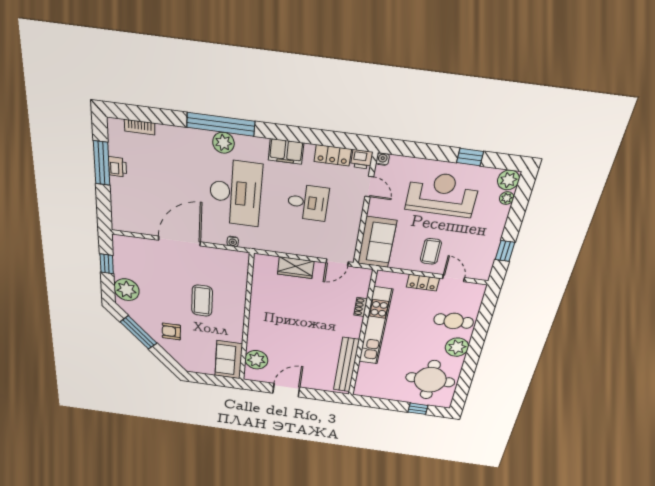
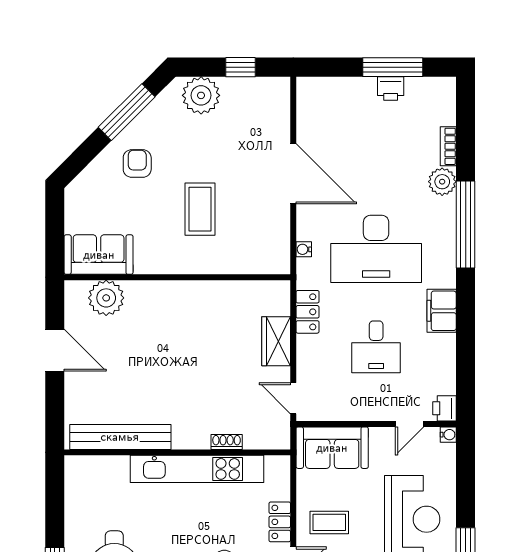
bookcase: (140, 127) -> (448, 146), moved
plant: (223, 143) -> (442, 182), moved
locker: (333, 155) -> (308, 312), moved, turned 180
coffee table: (202, 301) -> (200, 209), turned 90

